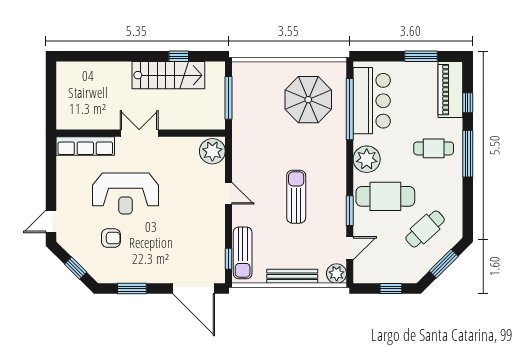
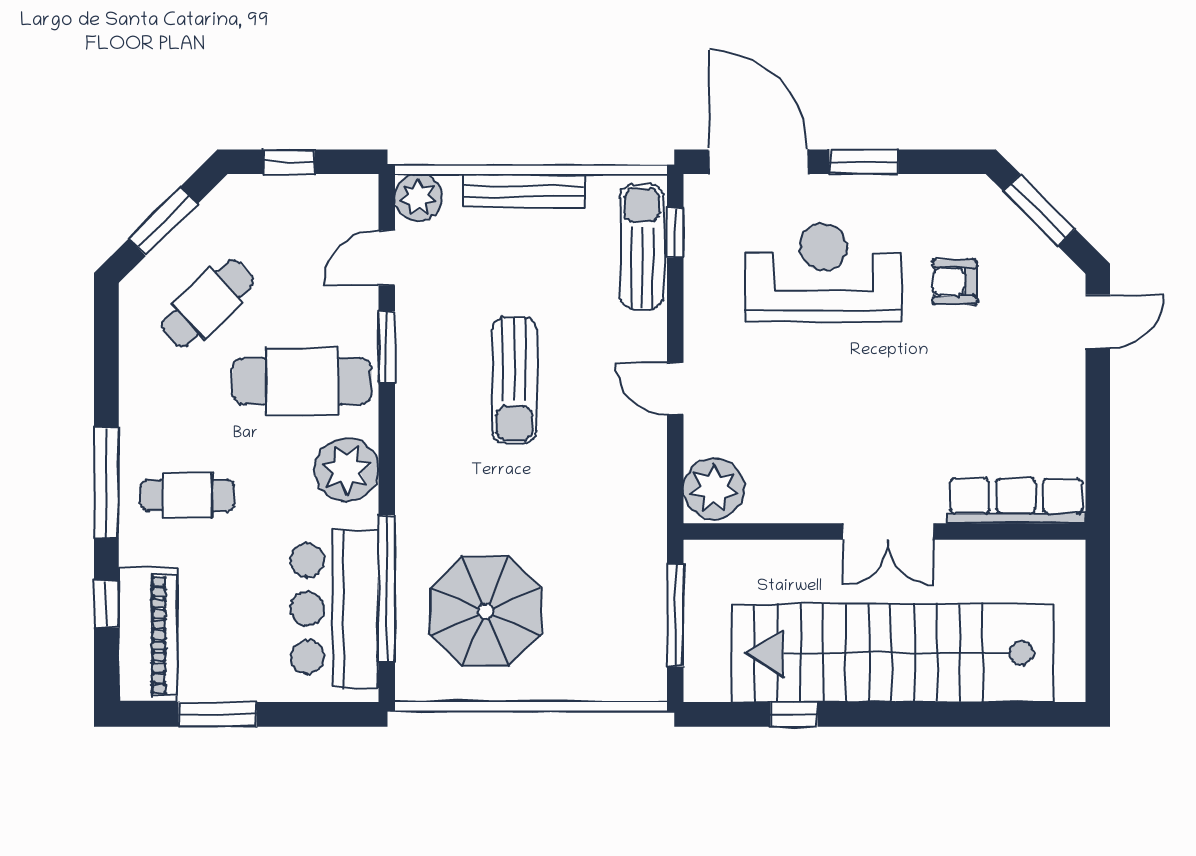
stairs: (168, 75) -> (893, 653), width x1.86, depth x1.51
reception desk: (126, 193) -> (823, 273), moved
window: (76, 268) -> (1039, 210), width x1.50
window: (132, 289) -> (864, 162), moved

